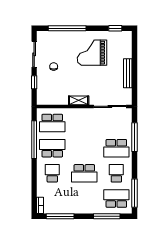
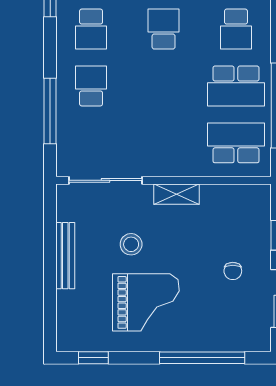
stool: (99, 78) -> (131, 244), added
school desk: (116, 148) -> (91, 86), width x0.54
school desk: (84, 173) -> (164, 29), width x0.54

